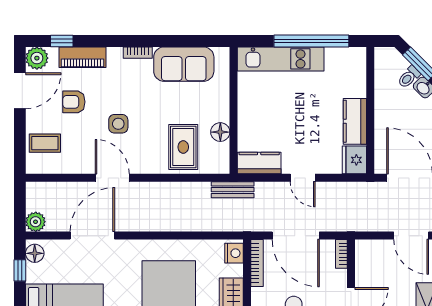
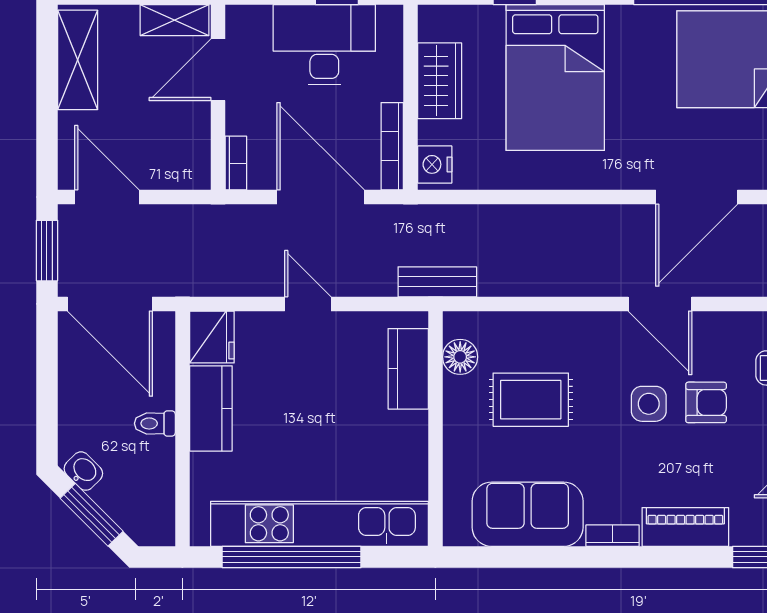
piano: (83, 57) -> (685, 527), moved
kitchen unit: (281, 59) -> (319, 524), width x1.36
toilet: (409, 77) -> (155, 423), moved, turned -135
armchair: (74, 102) -> (706, 402), moved
floor lamp: (220, 132) -> (460, 357), moved
rug: (183, 147) -> (531, 400), moved, turned 90
kitchen counter: (259, 163) -> (408, 369), moved, turned 90

